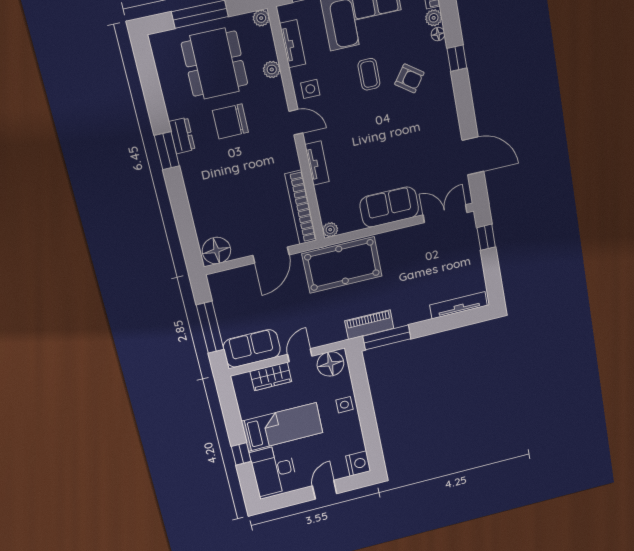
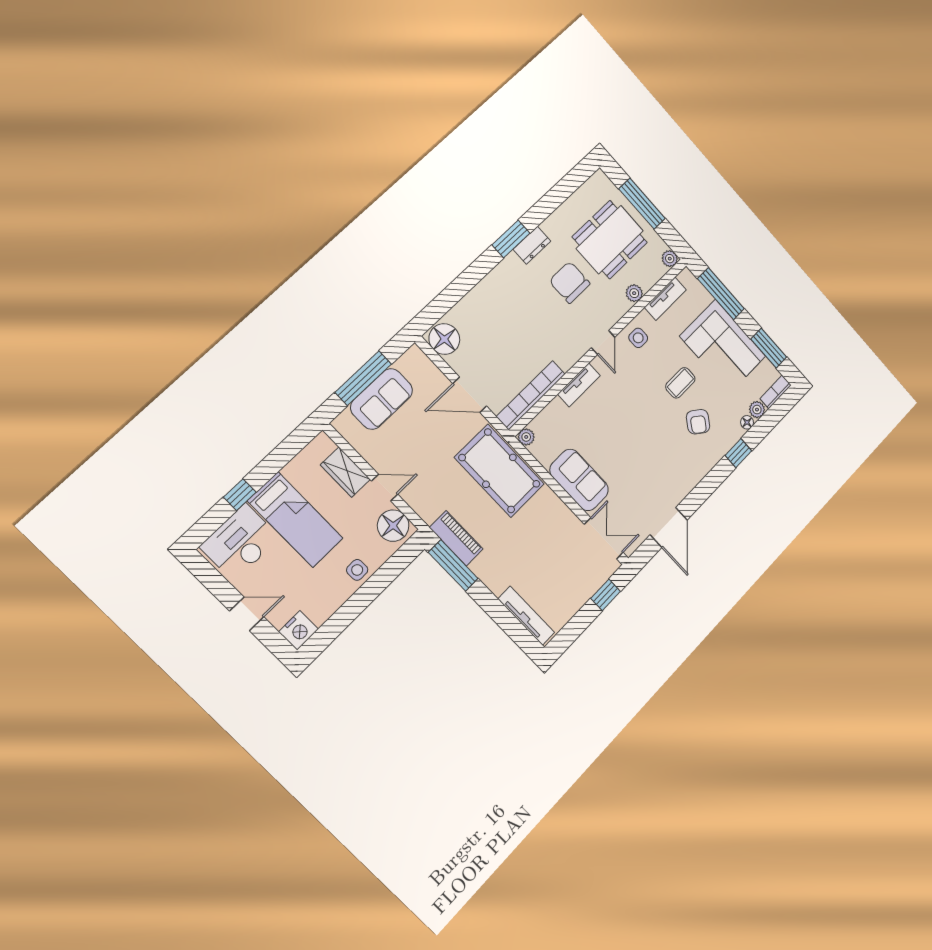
sofa: (252, 348) -> (382, 399), moved, turned 90

